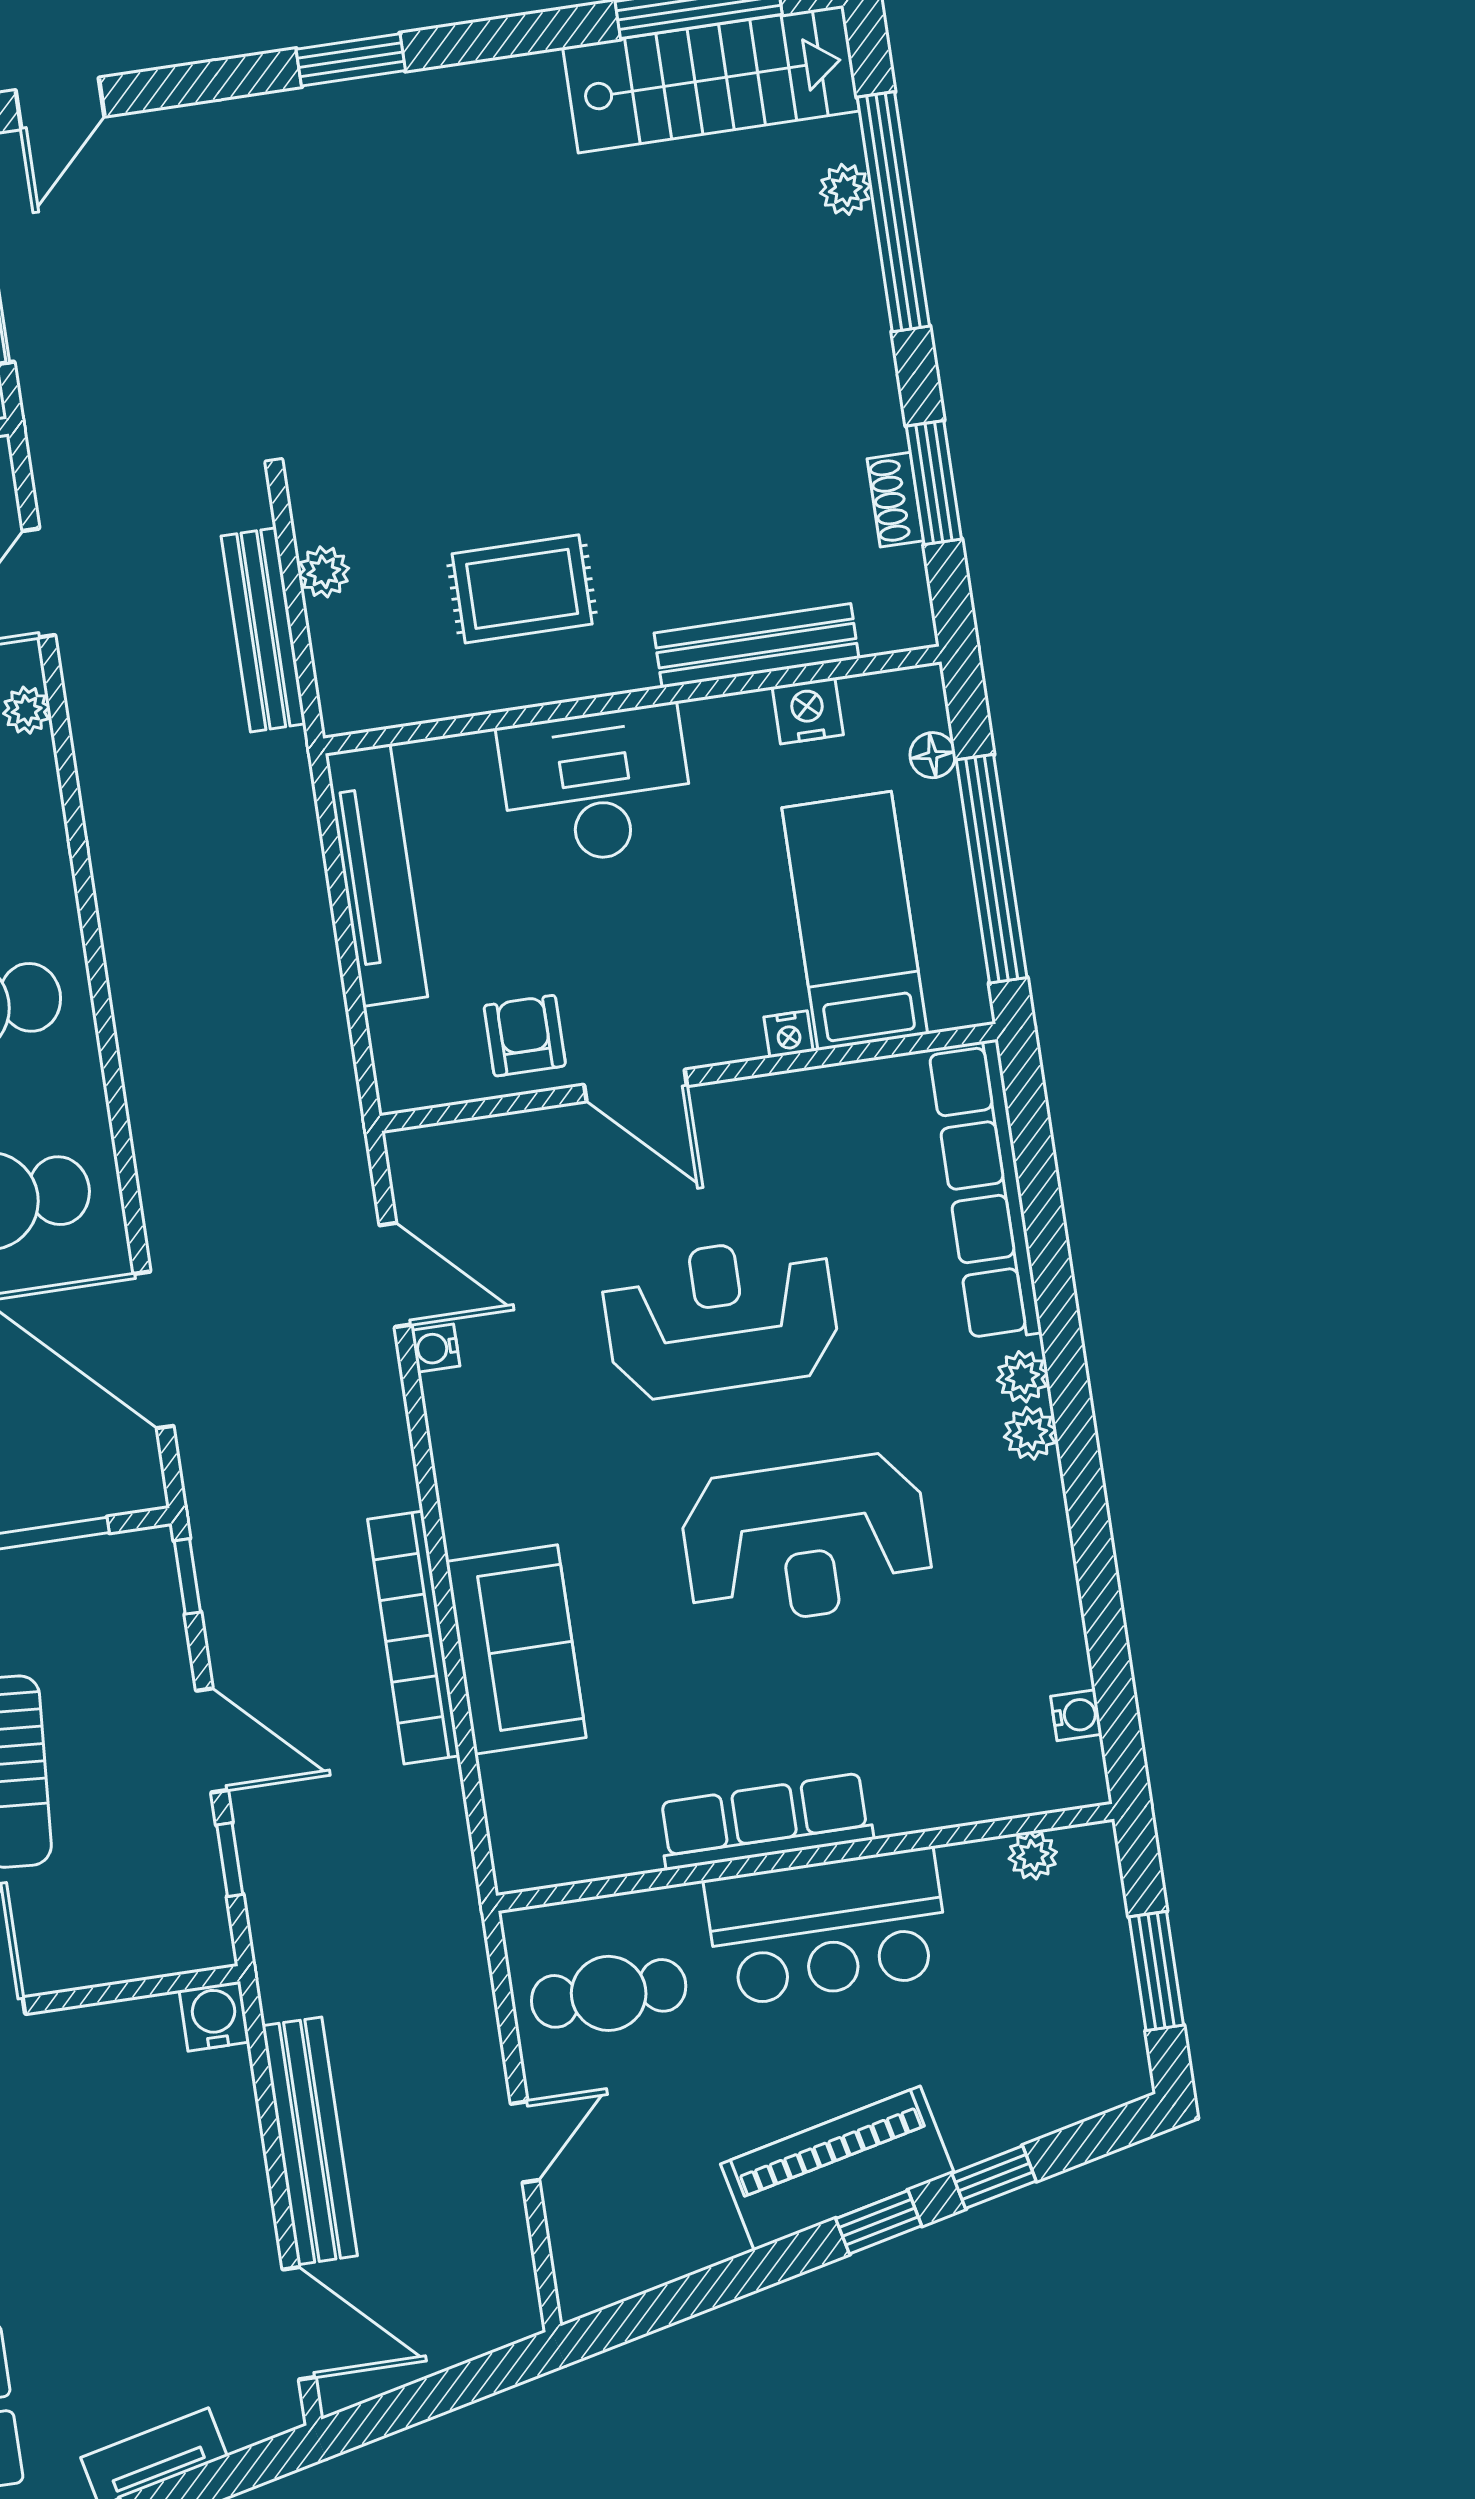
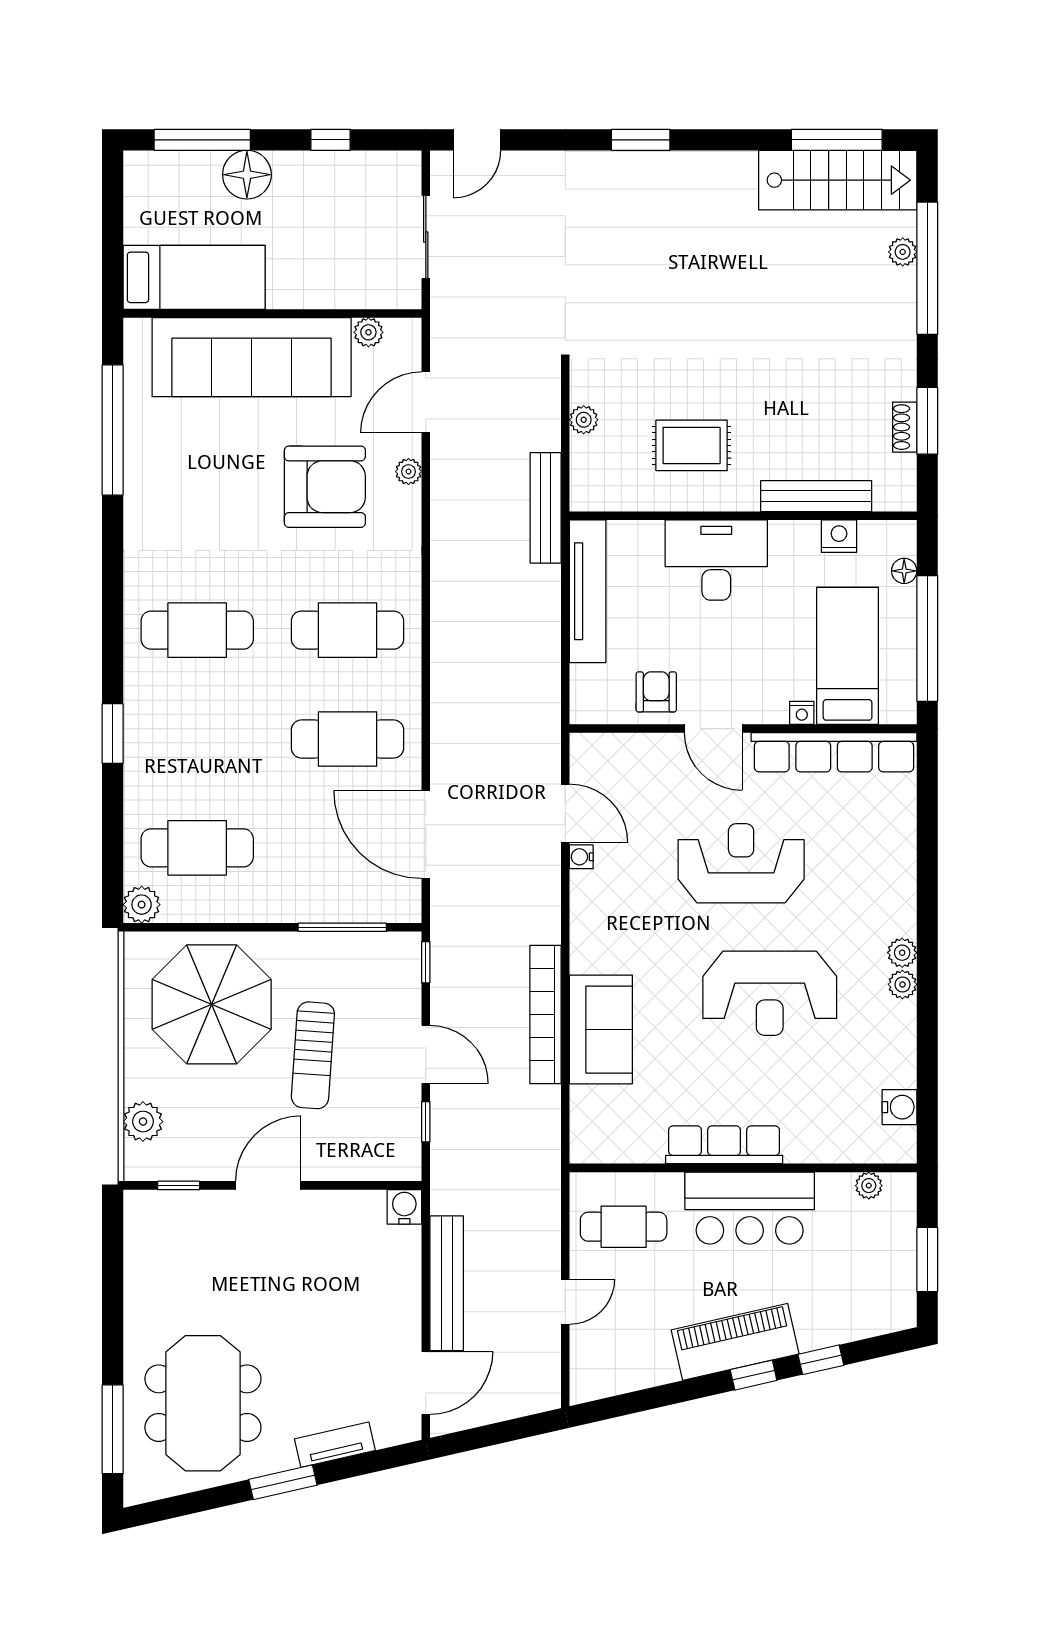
bench: (263, 630) -> (546, 508), moved
row of seats: (985, 1191) -> (834, 752), moved, turned -90
plant: (1022, 1377) -> (902, 984), moved
water cooler: (1076, 1715) -> (899, 1107), width x1.38, depth x1.38
door: (299, 2323) -> (426, 1383), hinge flipped

